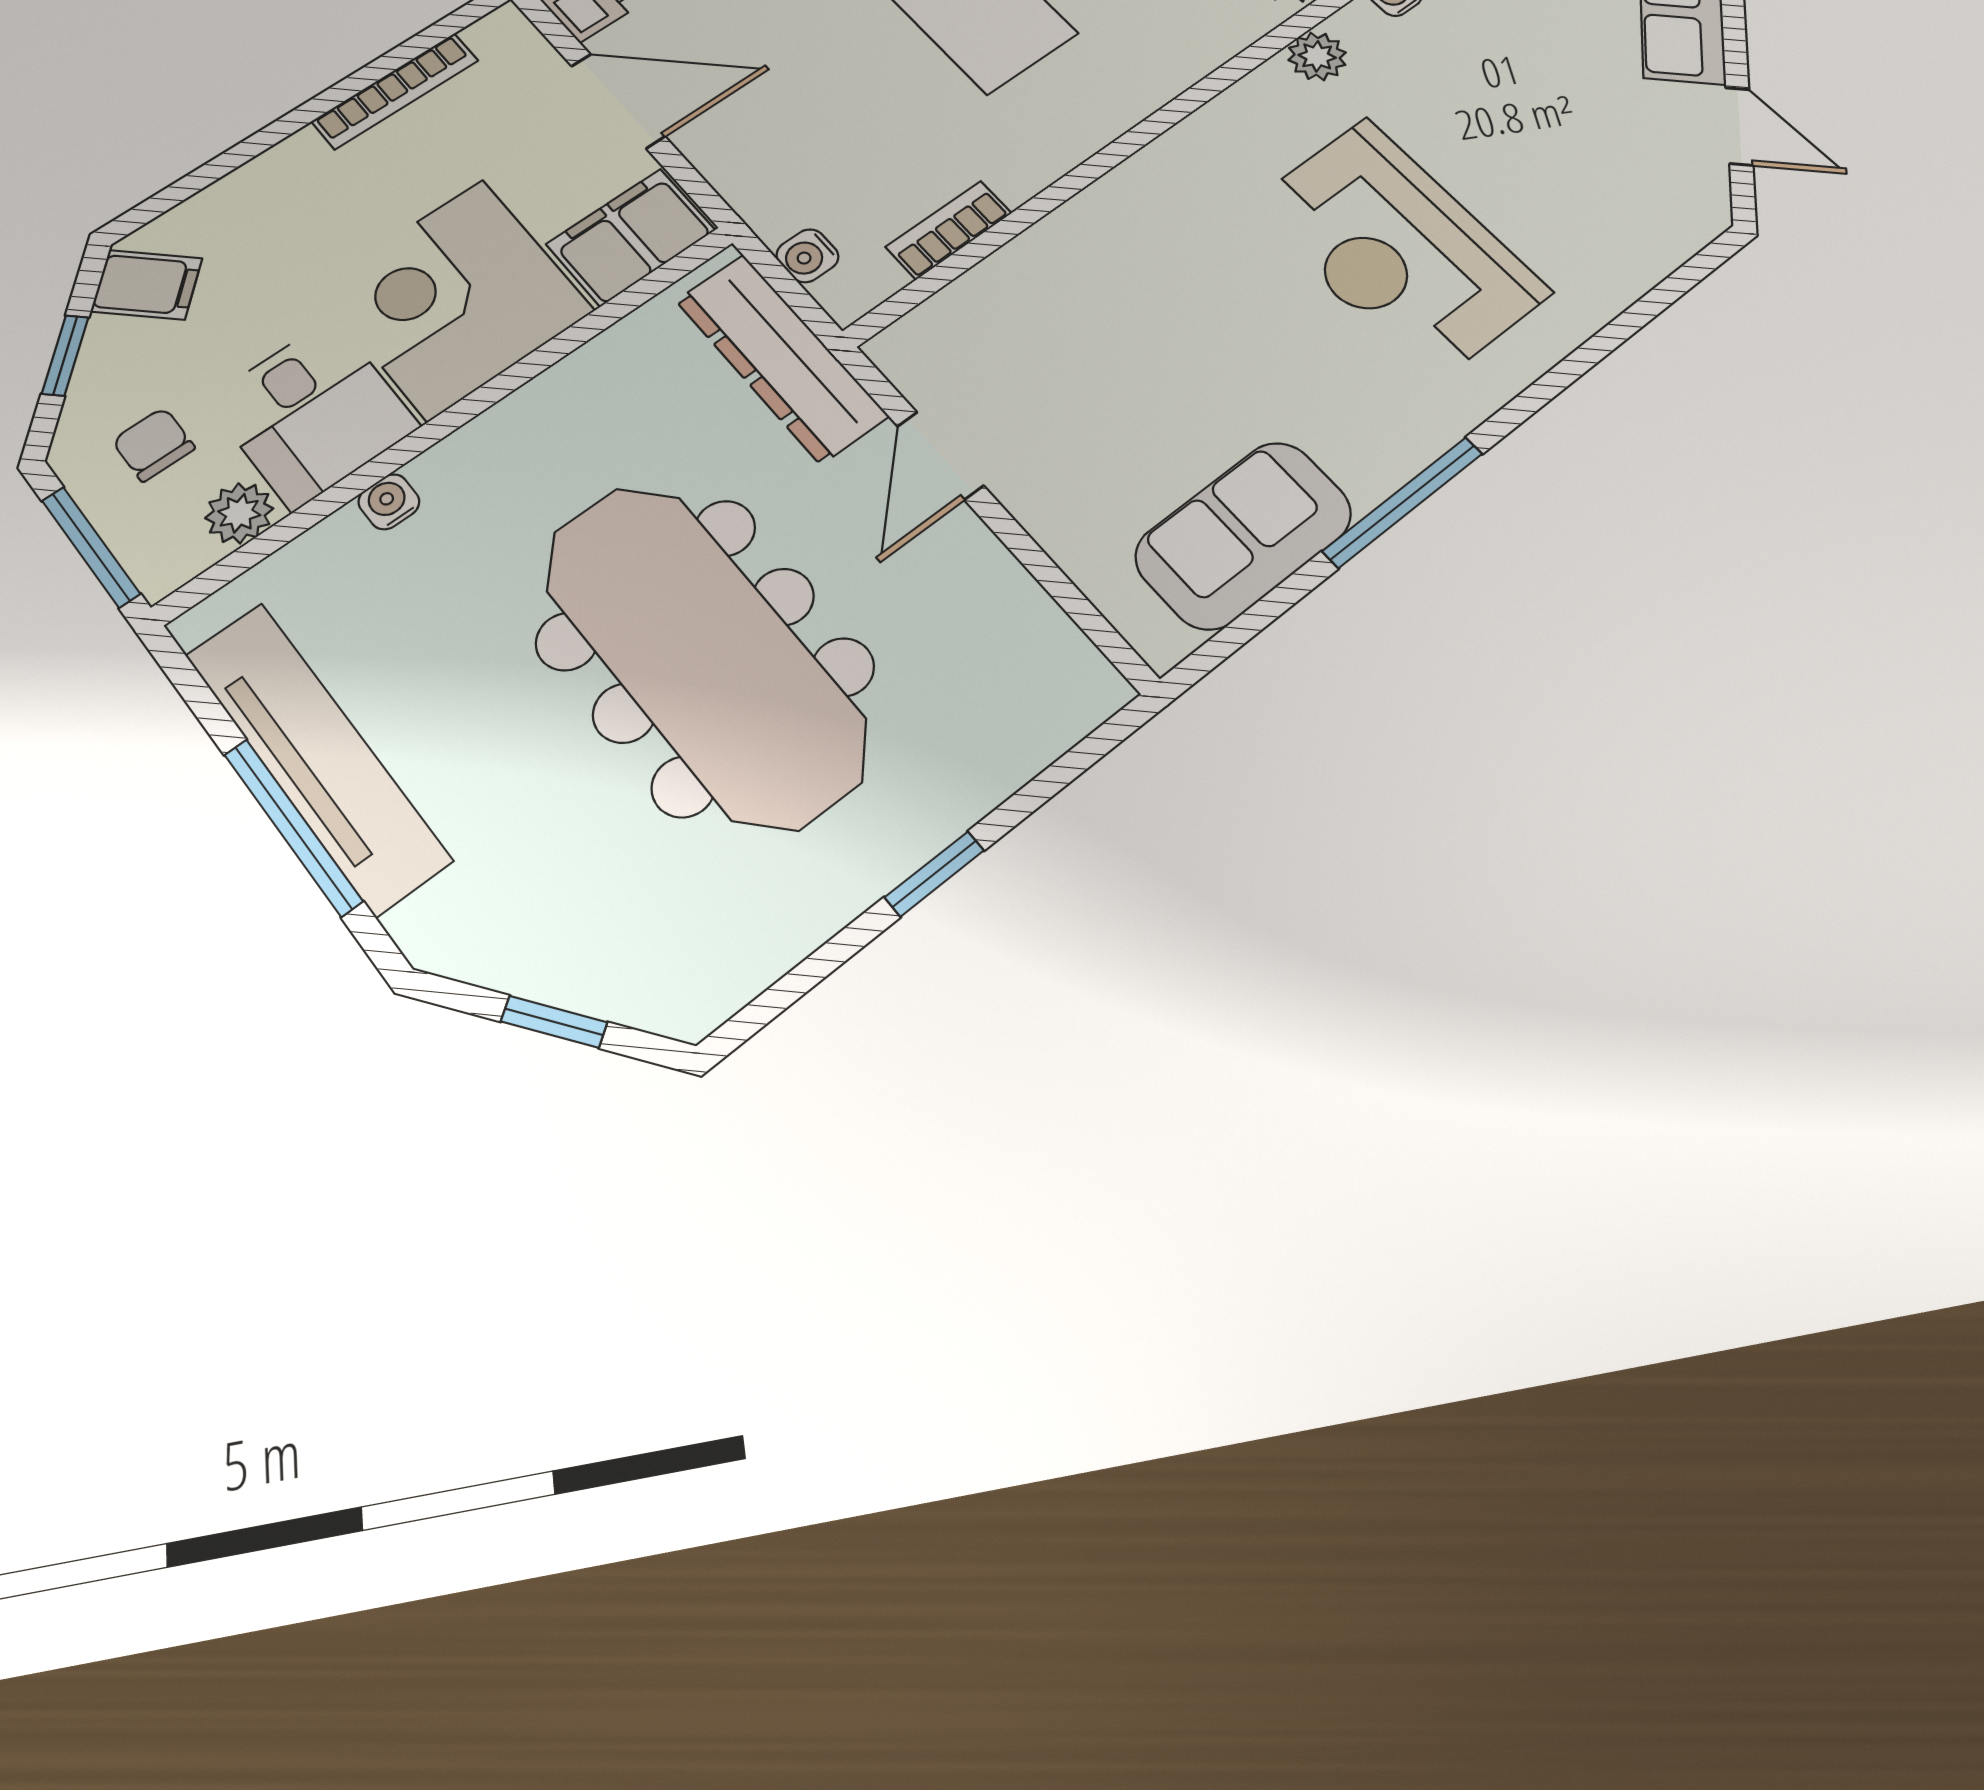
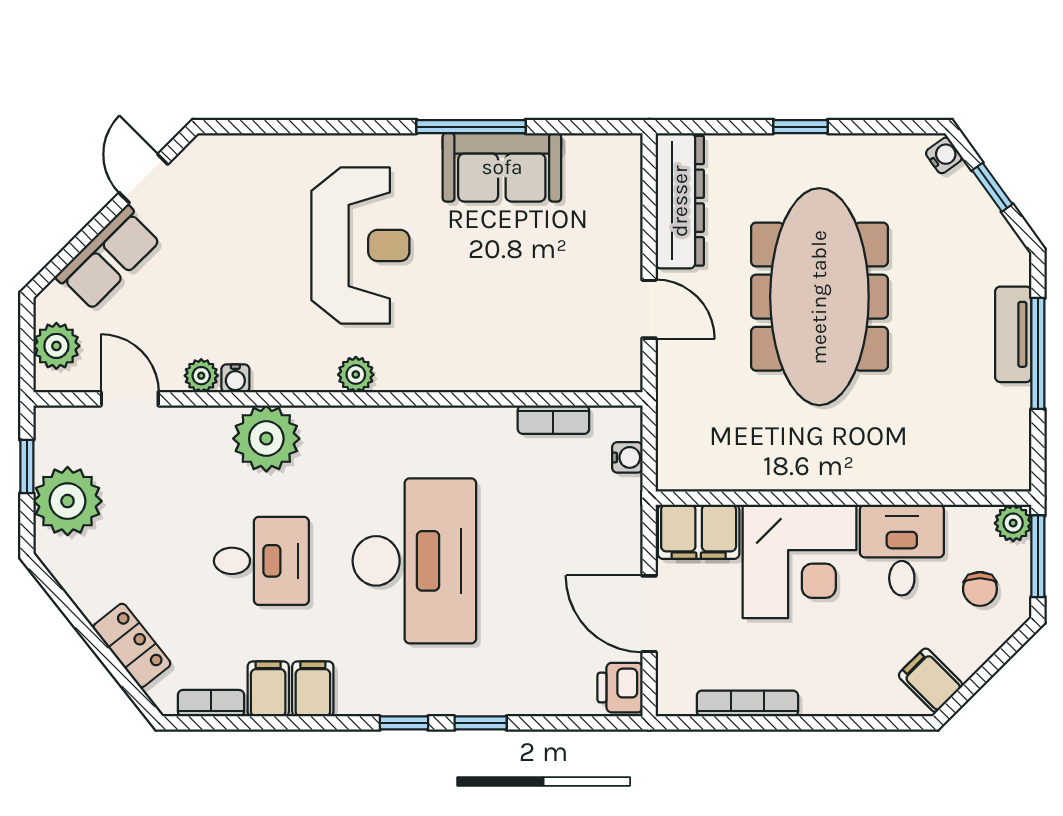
plant: (1317, 56) -> (356, 375), moved
window: (65, 355) -> (989, 669), removed
dresser: (781, 358) -> (680, 201), moved
door: (940, 456) -> (649, 309), hinge flipped
water cooler: (389, 502) -> (944, 155), moved, turned -126
plant: (239, 513) -> (1013, 523), moved
sofa: (1244, 535) -> (502, 167), moved
tv unit: (317, 756) -> (1013, 334), width x0.52, depth x0.78

